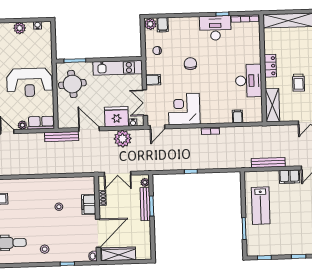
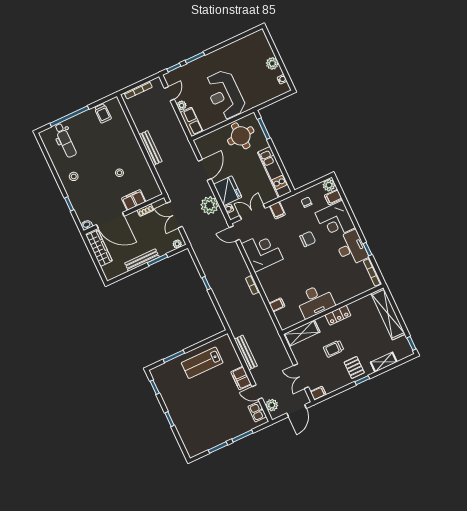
corner desk: (184, 32) -> (335, 220), added
bench: (62, 137) -> (150, 148), moved
bench: (145, 204) -> (142, 260), moved

